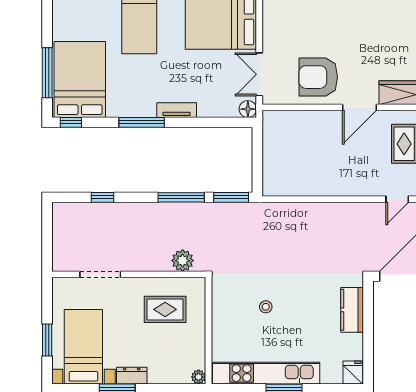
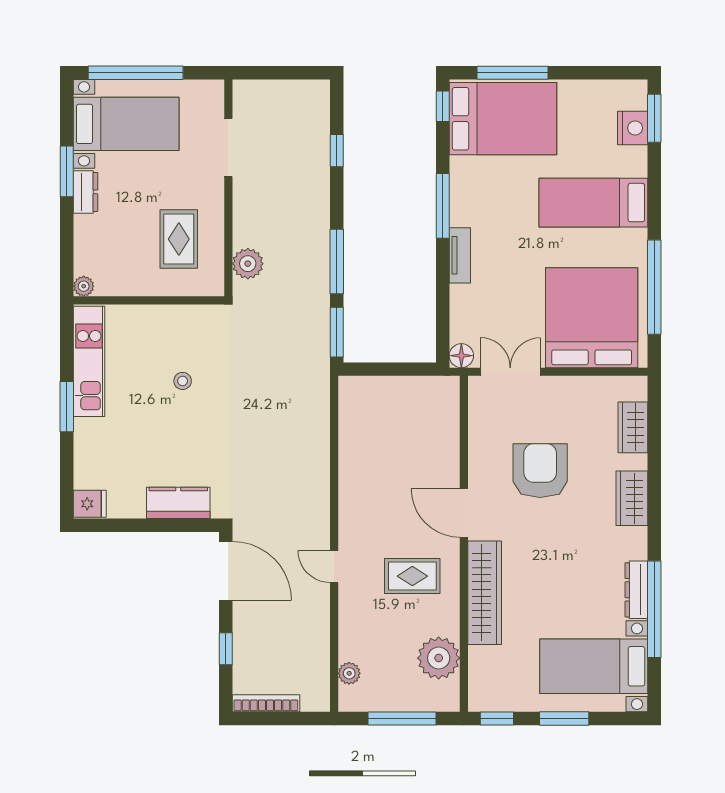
armchair: (318, 77) -> (540, 471), moved
window: (47, 340) -> (136, 73), width x2.11
kitchen unit: (266, 373) -> (89, 361), width x0.73

